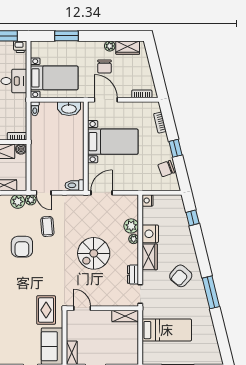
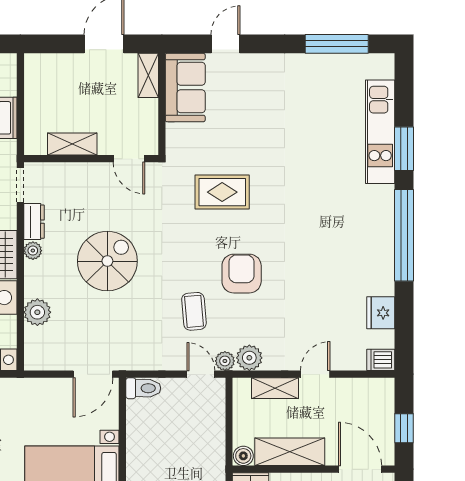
plant: (134, 239) -> (33, 251), moved
rug: (46, 310) -> (222, 192), moved, turned 90
shelving: (125, 316) -> (72, 144), moved

